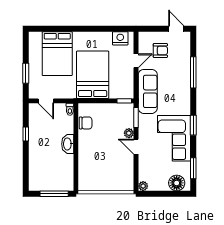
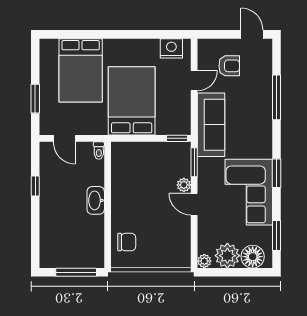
chair: (86, 123) -> (127, 242), moved
plant: (159, 182) -> (227, 256), added

